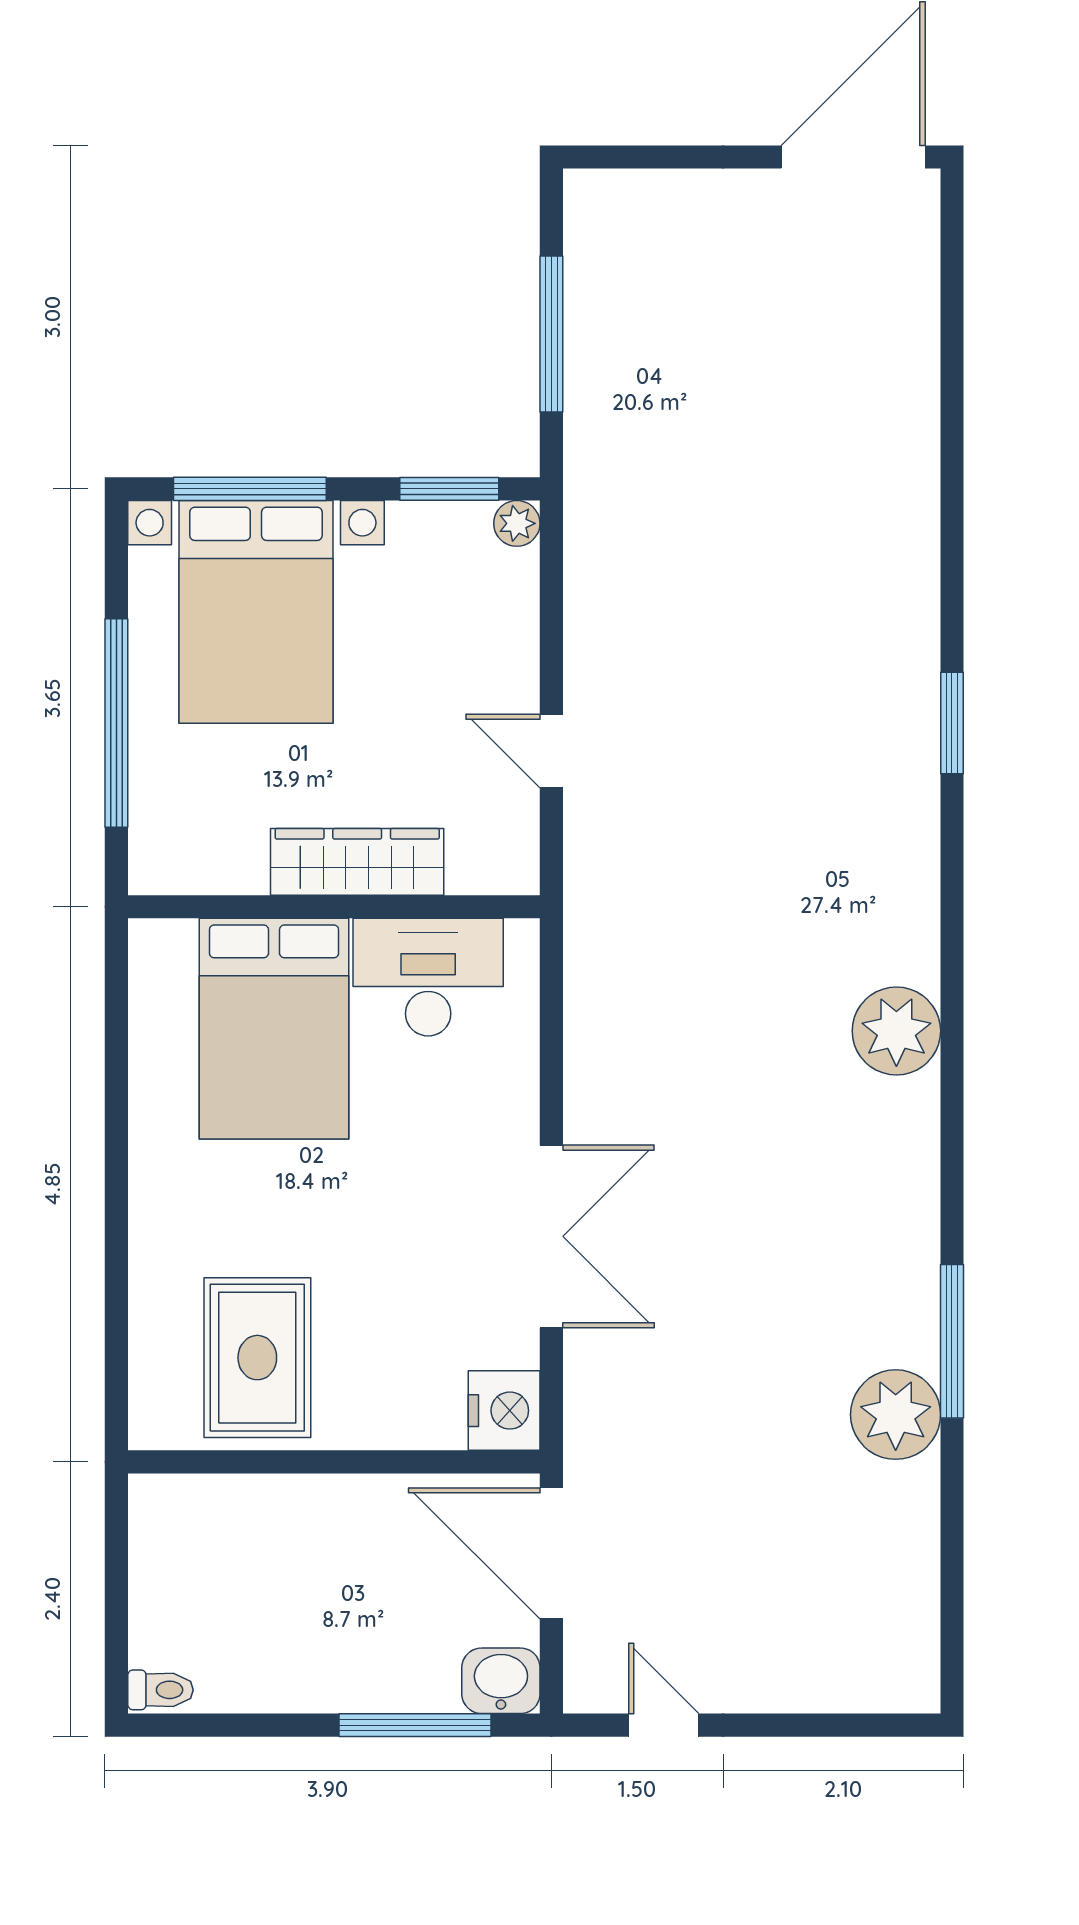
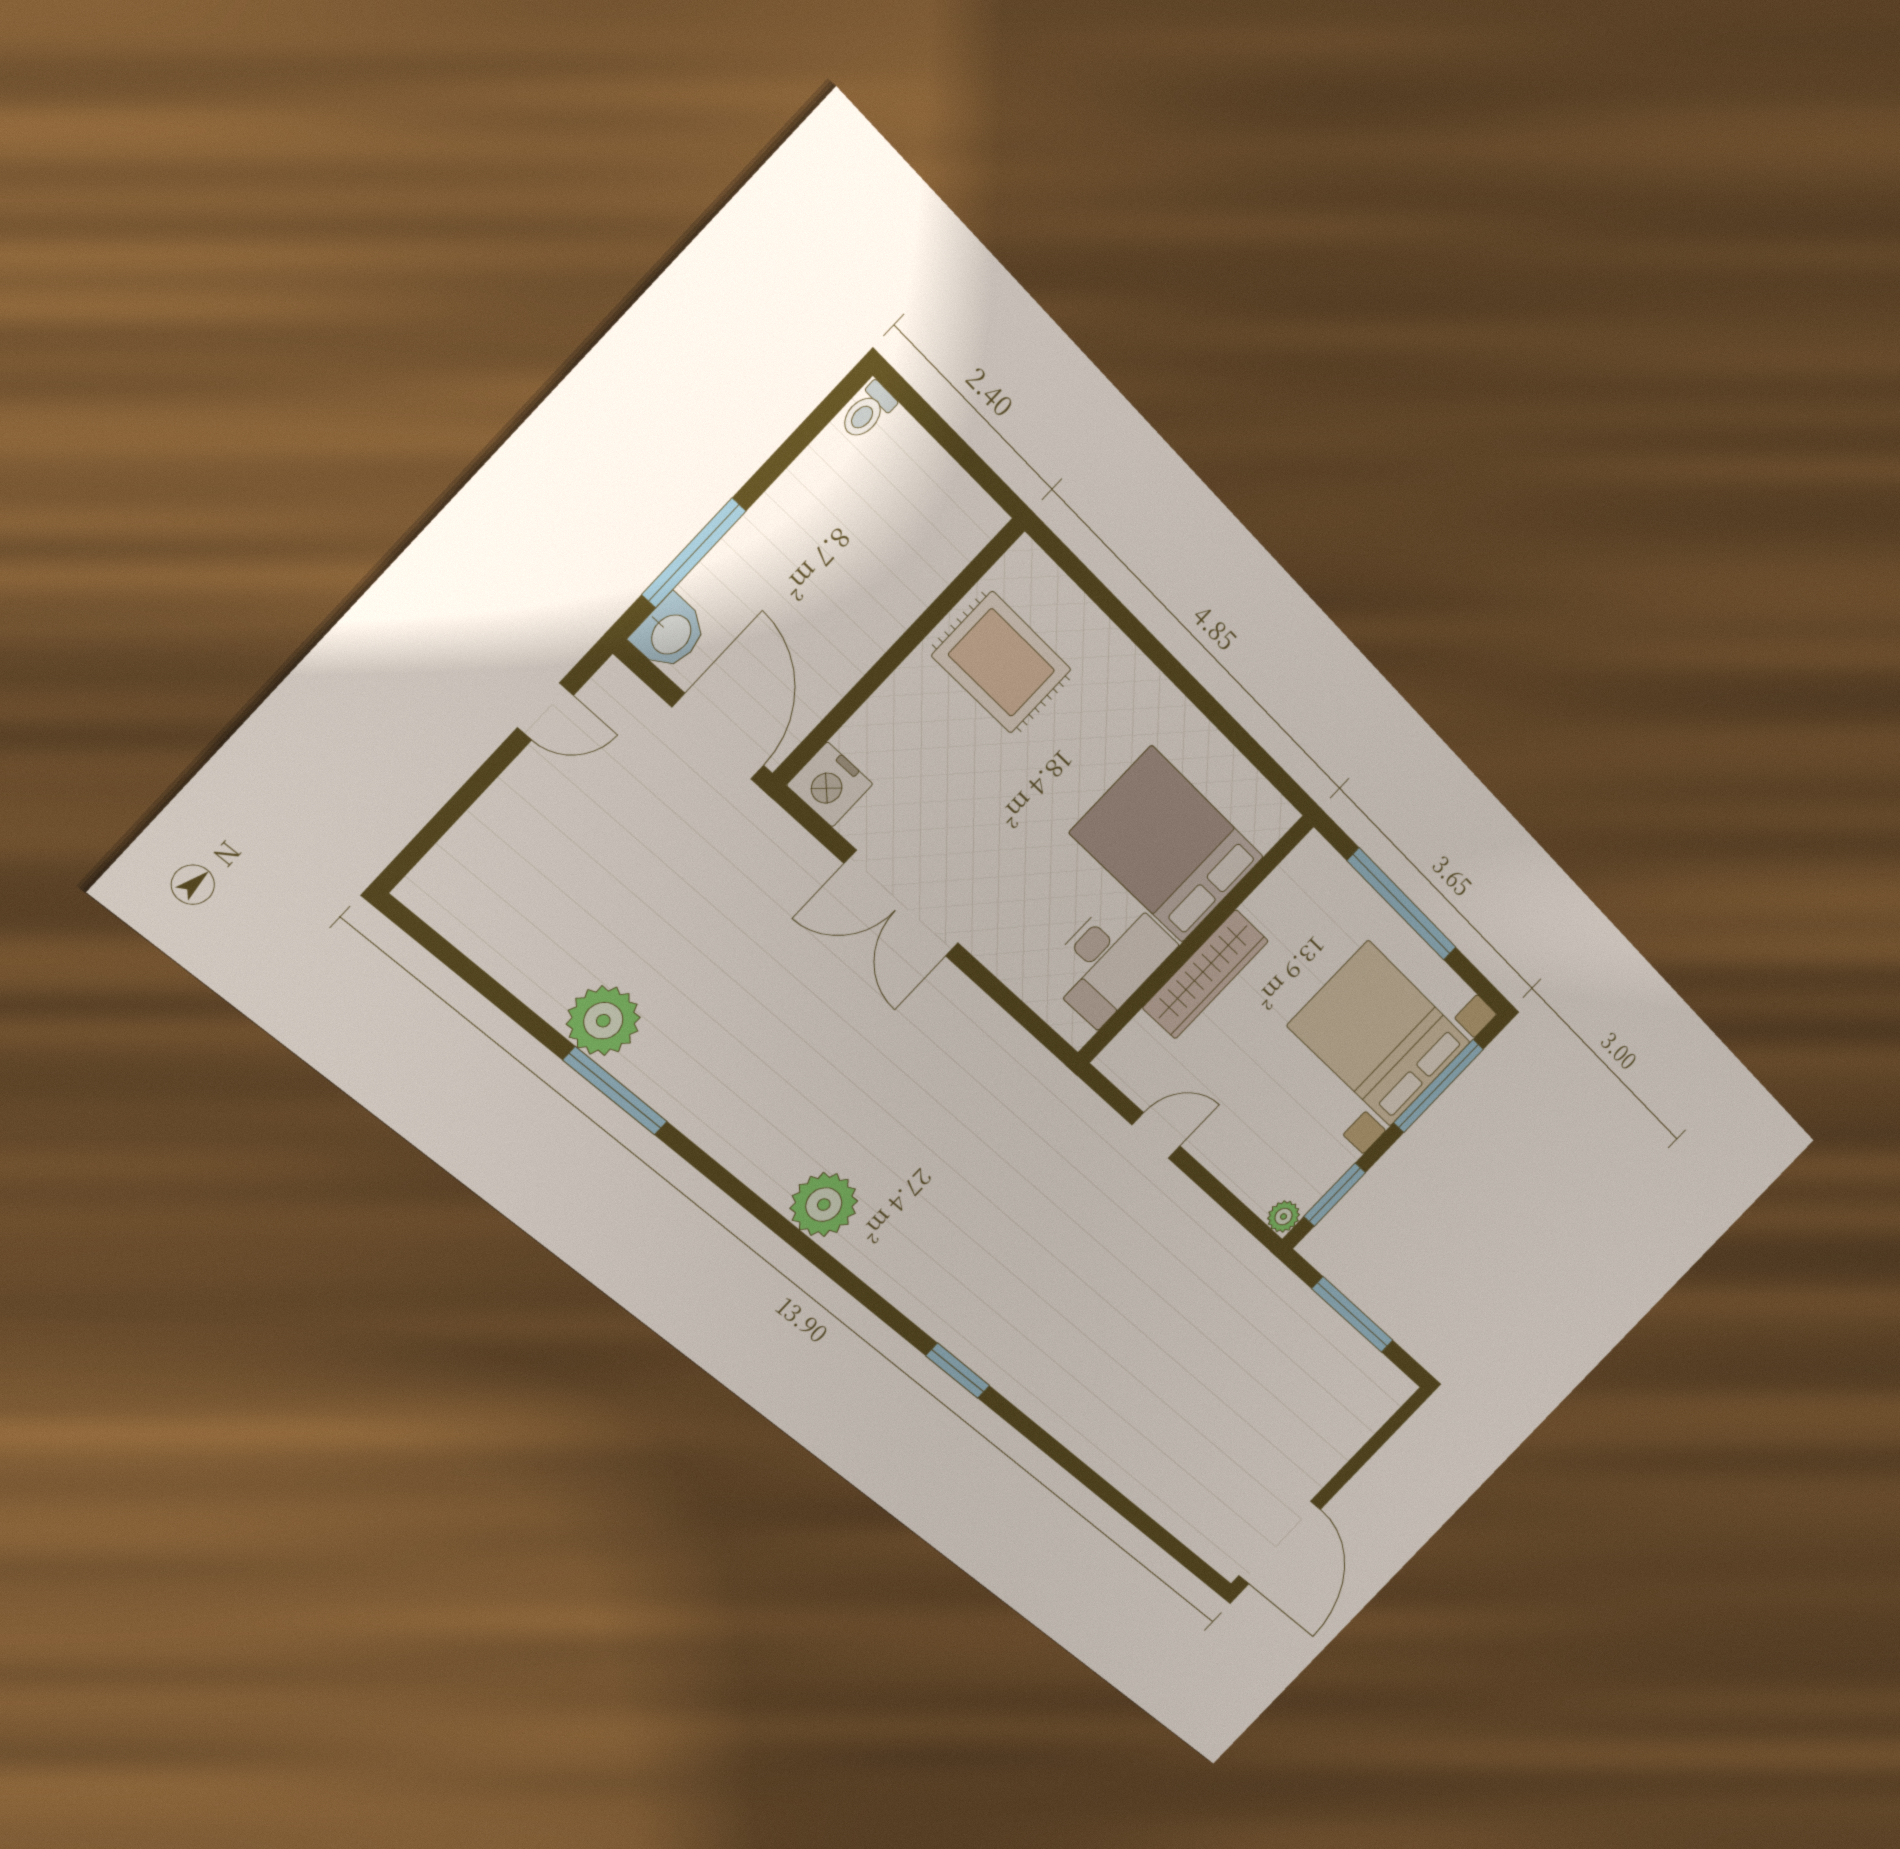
door: (551, 1553) -> (718, 736), hinge flipped

